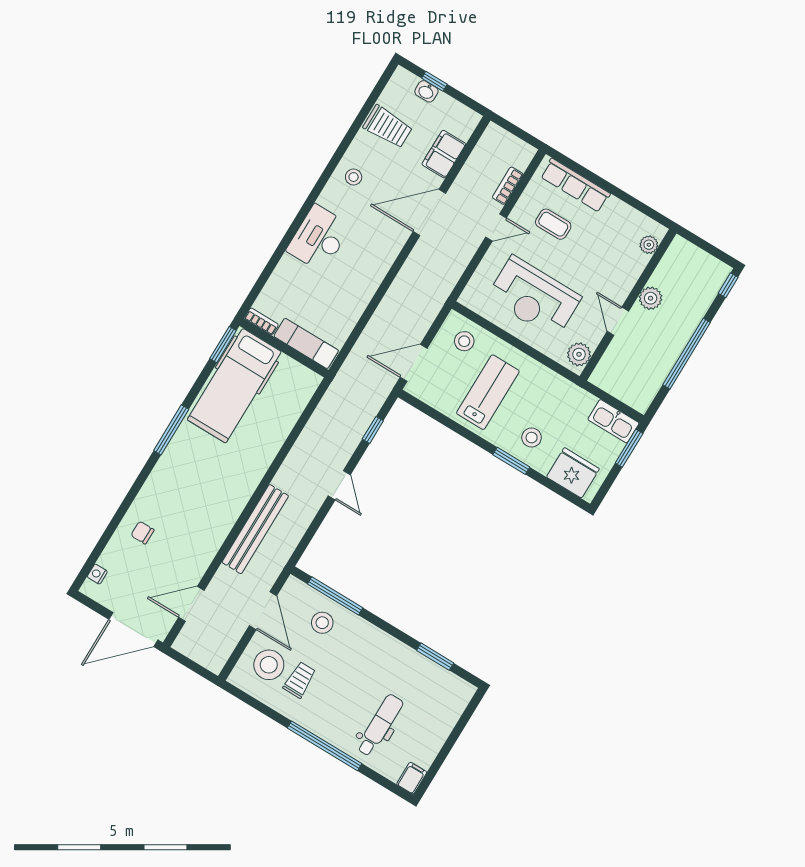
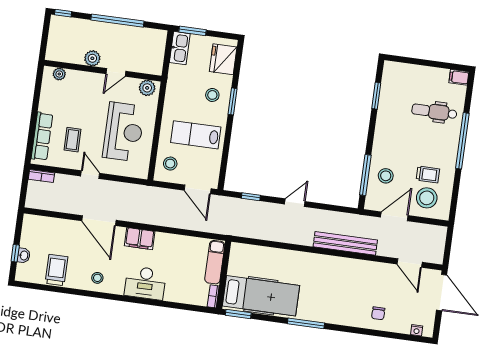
filing cabinet: (444, 154) -> (140, 239), moved
bookcase: (508, 186) -> (41, 176), moved
trolley: (300, 680) -> (428, 174), turned 180

